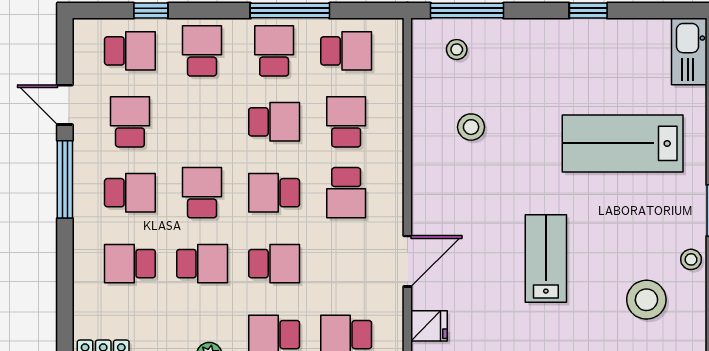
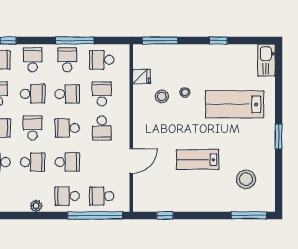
stool: (457, 50) -> (185, 92), moved
school desk: (346, 51) -> (102, 60), turned 180
school desk: (202, 122) -> (33, 94), added
lab bench: (546, 259) -> (198, 160), turned -90
stool: (691, 259) -> (267, 160), removed
fridge: (429, 326) -> (142, 77), moved

